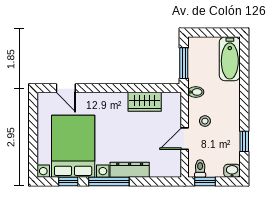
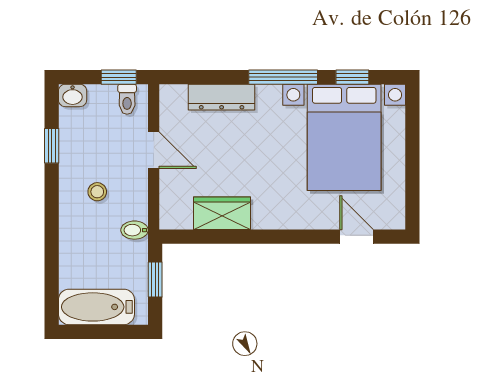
bathtub: (230, 59) -> (96, 307), moved, turned -90
window: (184, 63) -> (155, 279), width x0.67
stool: (205, 121) -> (97, 192), moved
door: (185, 139) -> (154, 150), hinge flipped
dresser: (130, 170) -> (222, 97), moved

